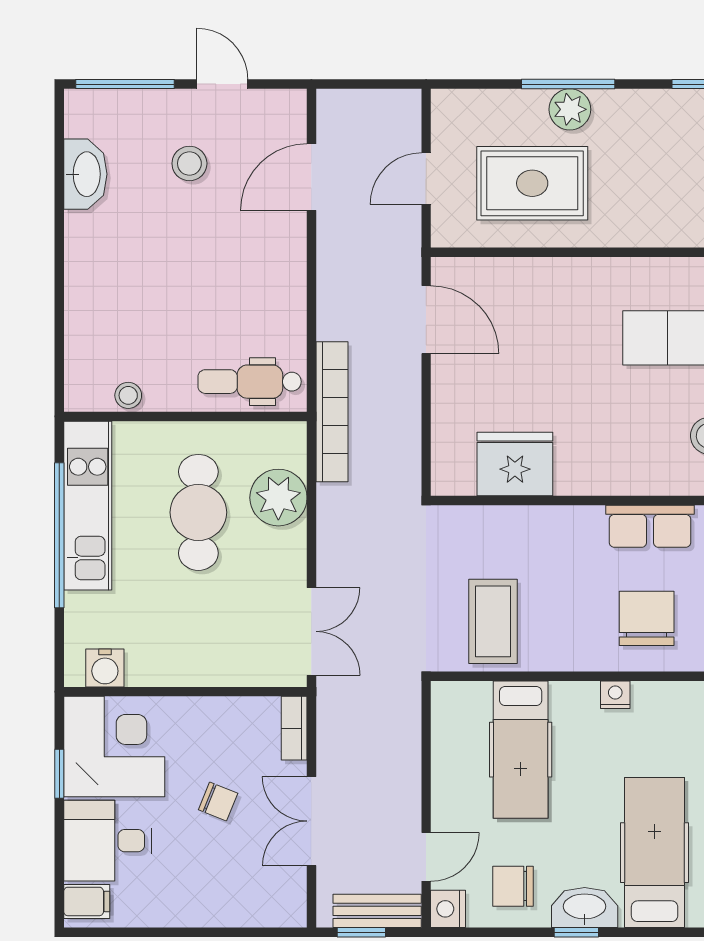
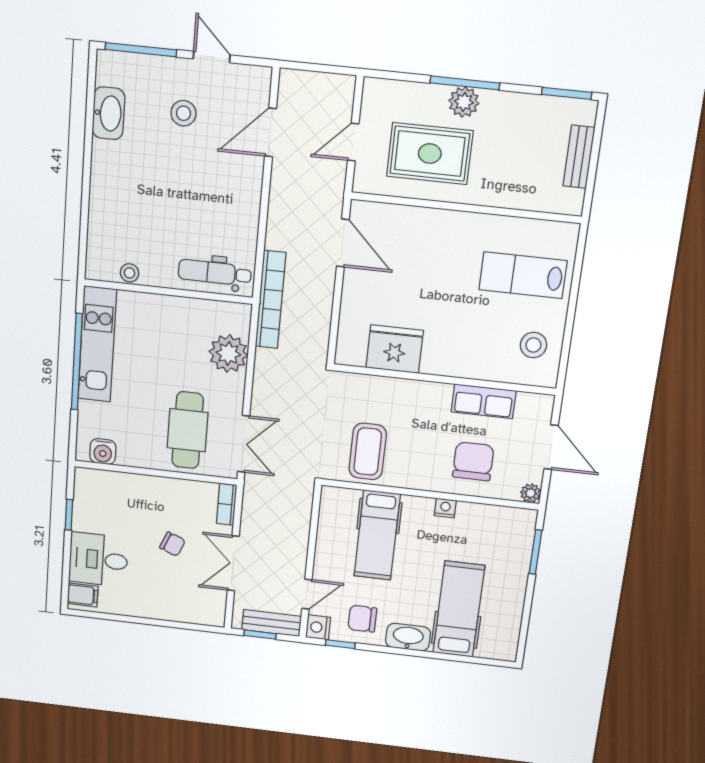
cafe table: (198, 512) -> (188, 430), moved
corner desk: (114, 747) -> (106, 502), removed
window: (576, 932) -> (340, 644), moved

